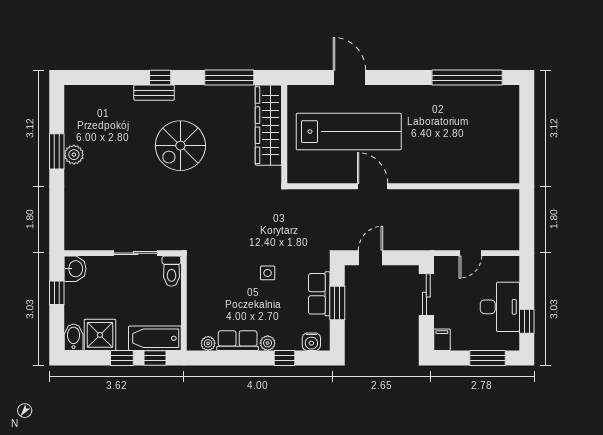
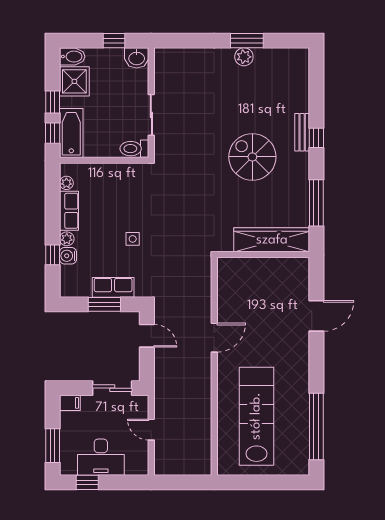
lab bench: (349, 132) -> (256, 416), moved, turned 180
water cooler: (311, 342) -> (68, 256), moved

